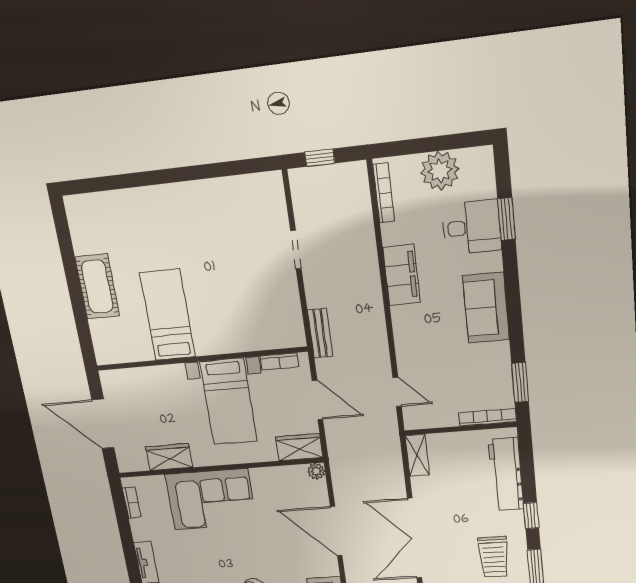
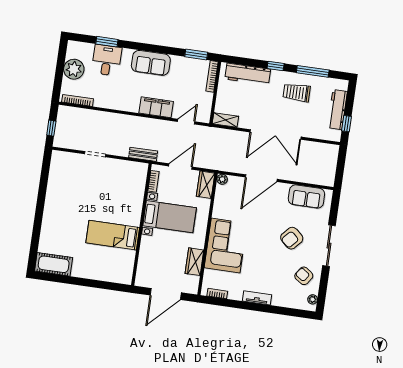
filing cabinet: (402, 275) -> (156, 107), moved
cot: (97, 287) -> (54, 264), moved
trolley: (494, 557) -> (297, 93), turned 180

